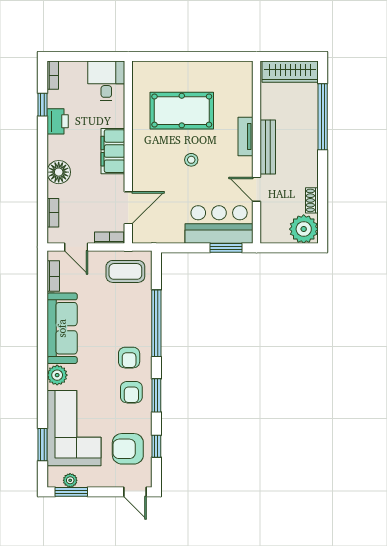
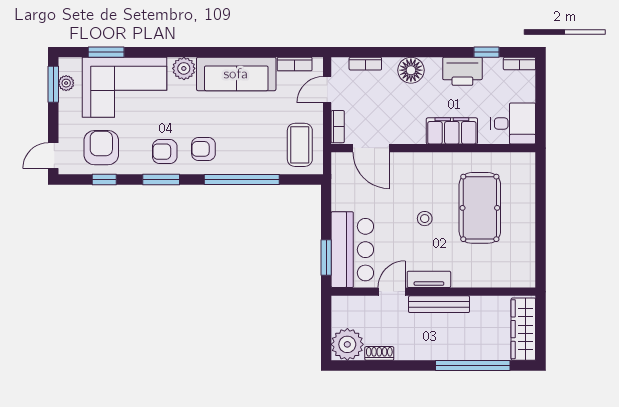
printer: (58, 121) -> (462, 71), width x1.37, depth x1.19
tv unit: (246, 136) -> (429, 279), moved
filing cabinet: (113, 151) -> (452, 131), moved

